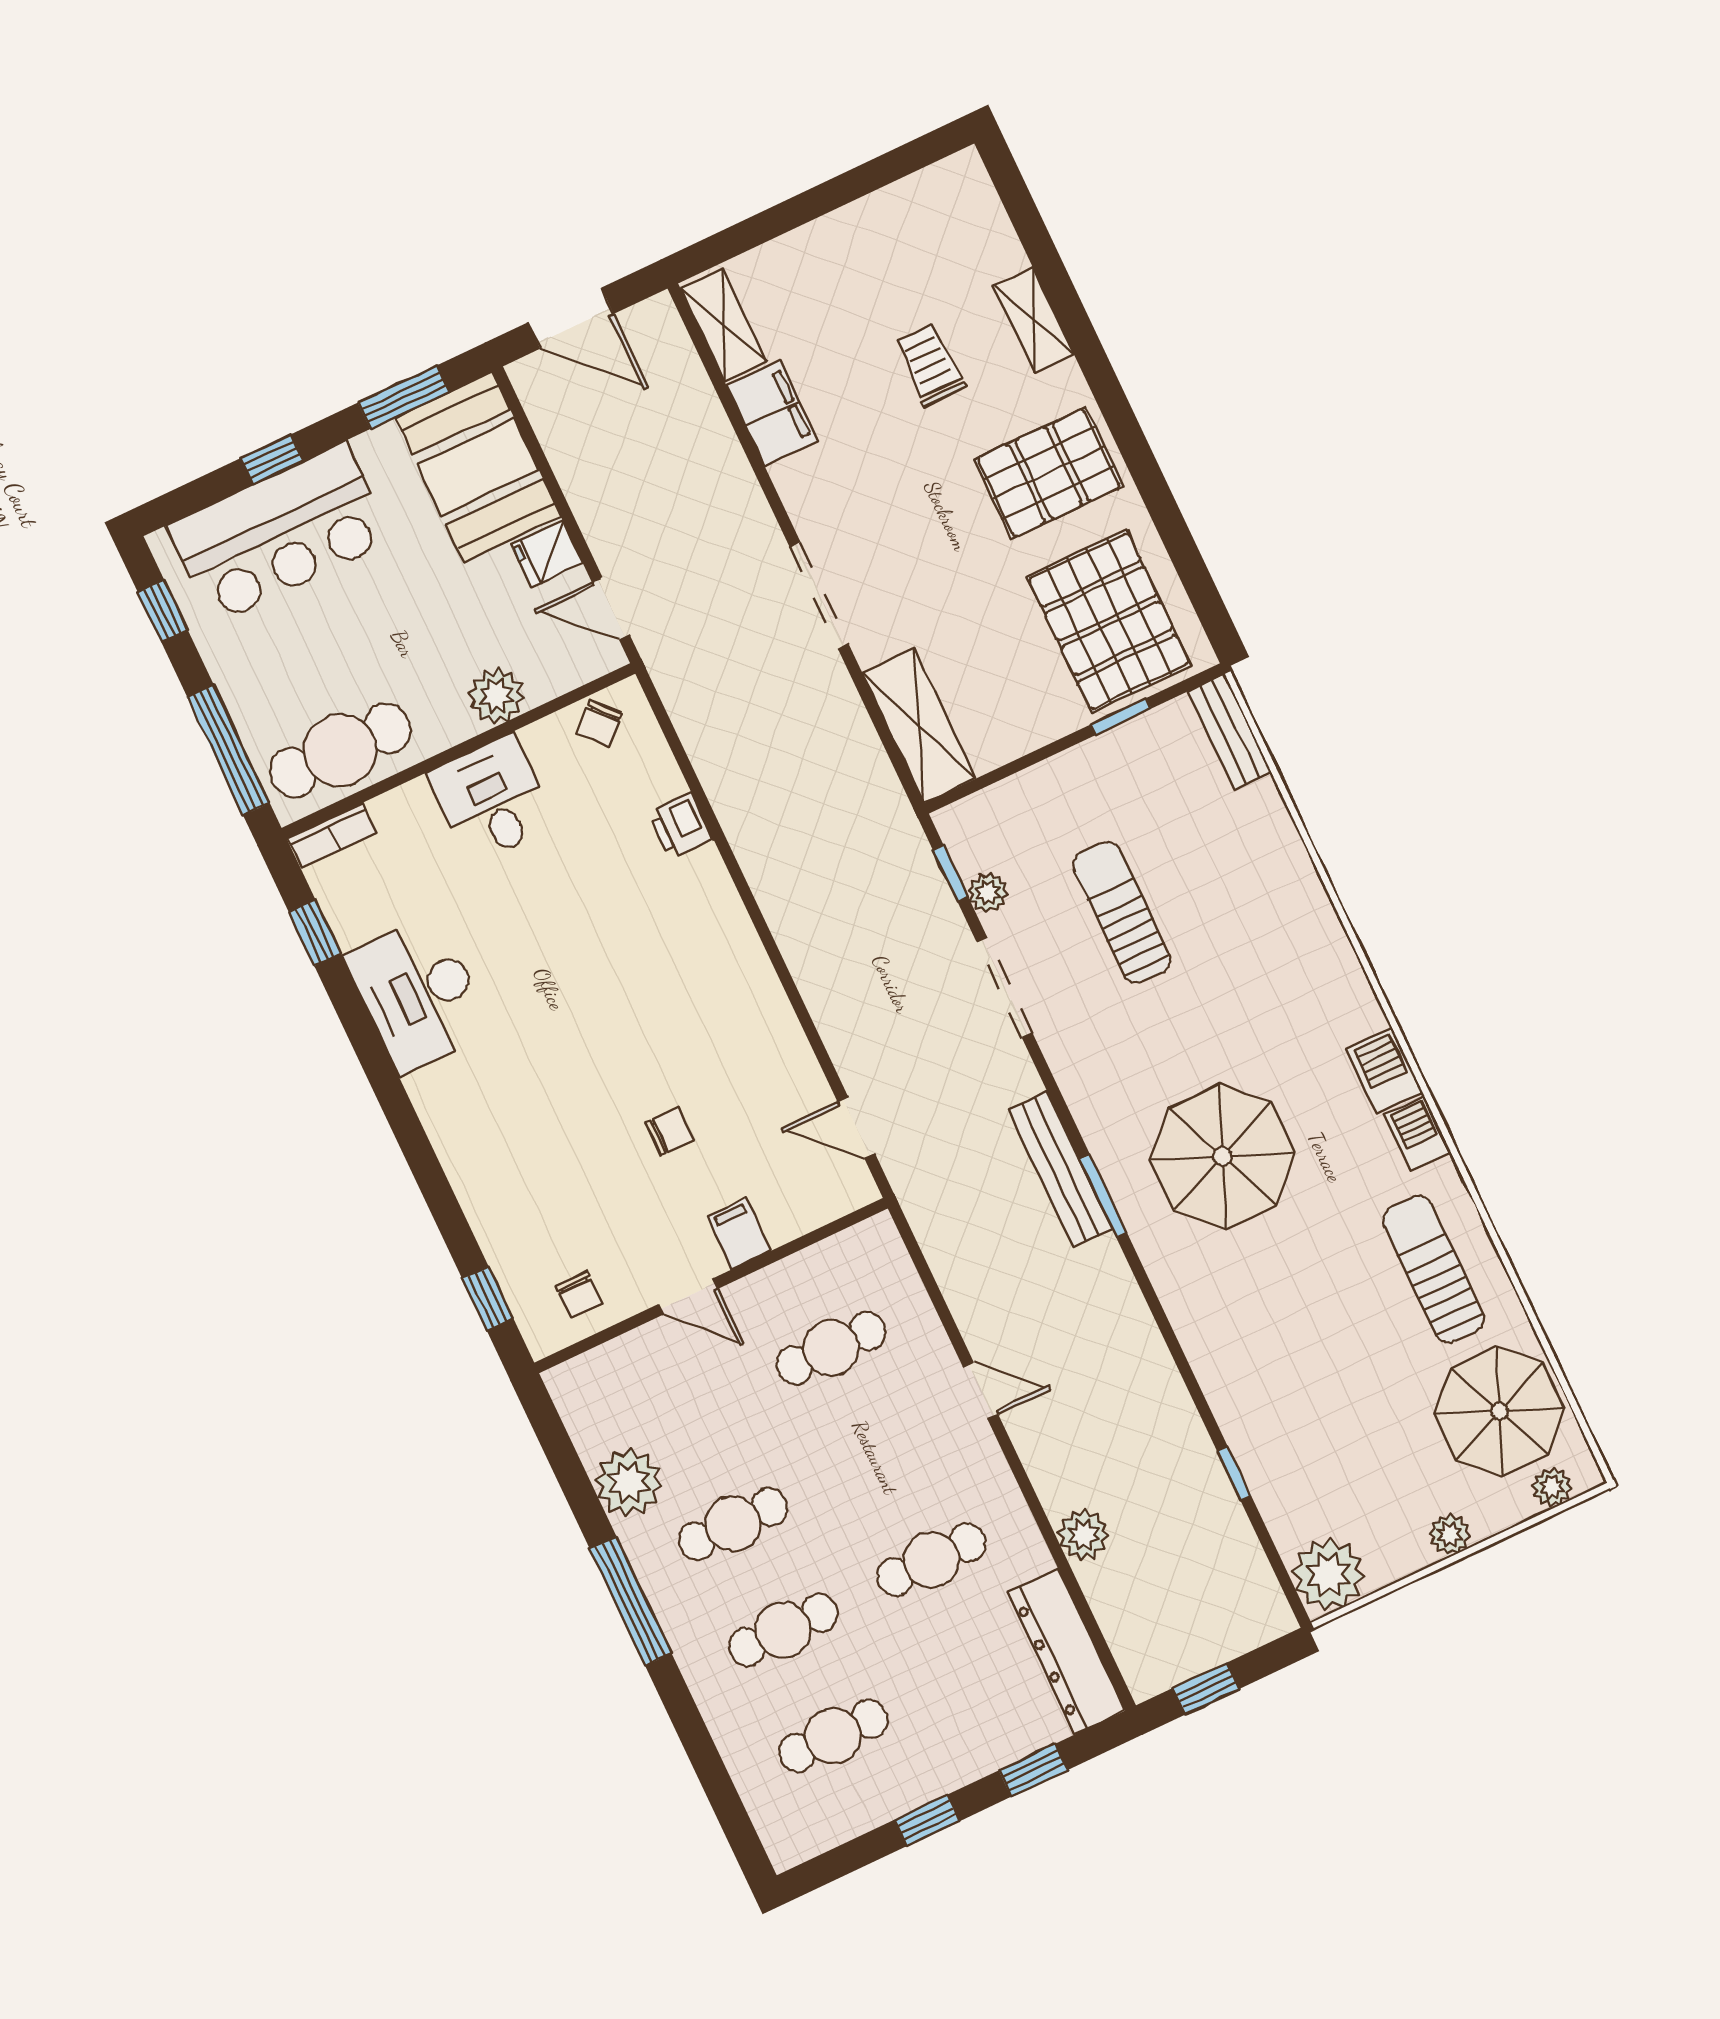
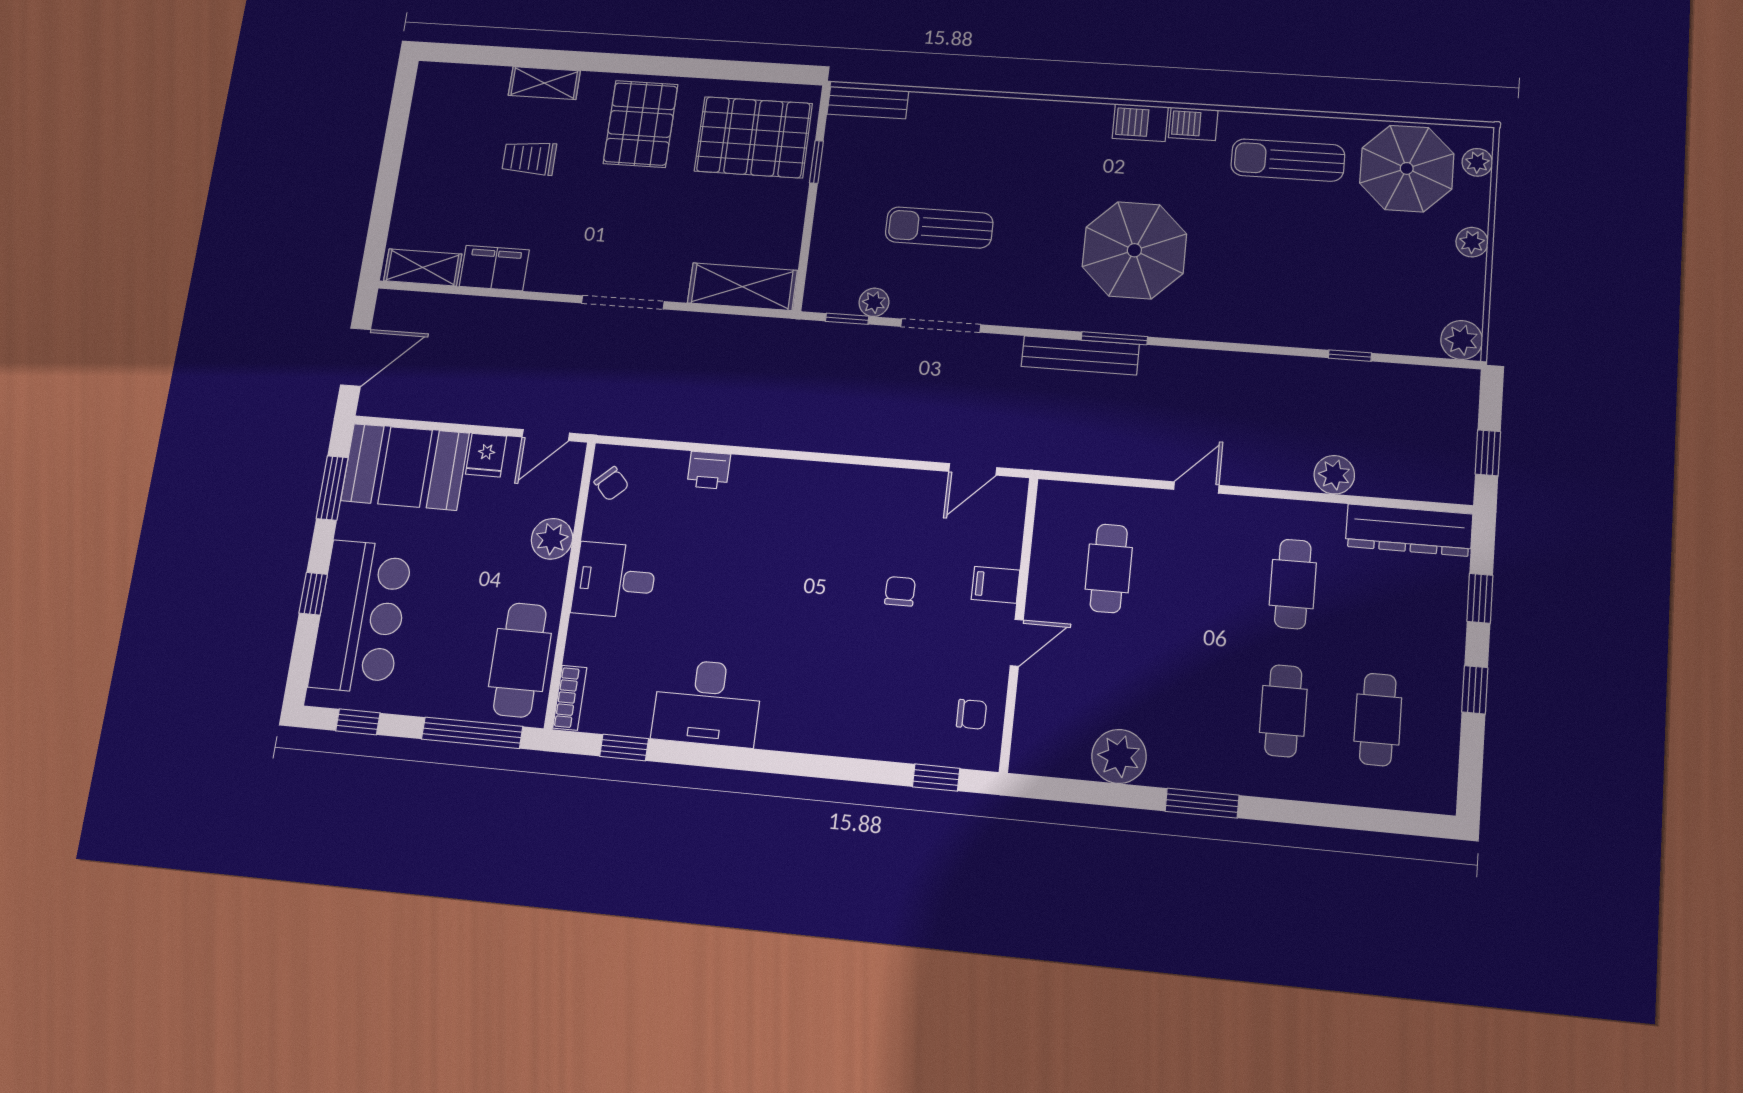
cafe table: (733, 1524) -> (1190, 702), removed
plant: (1328, 1574) -> (1462, 340), width x0.73, depth x0.73
window: (631, 1601) -> (1202, 803), width x0.69

